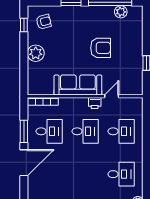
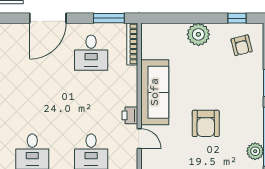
window: (24, 131) -> (109, 18), moved
desk: (85, 131) -> (91, 102), removed
door: (24, 163) -> (48, 18), hinge flipped

